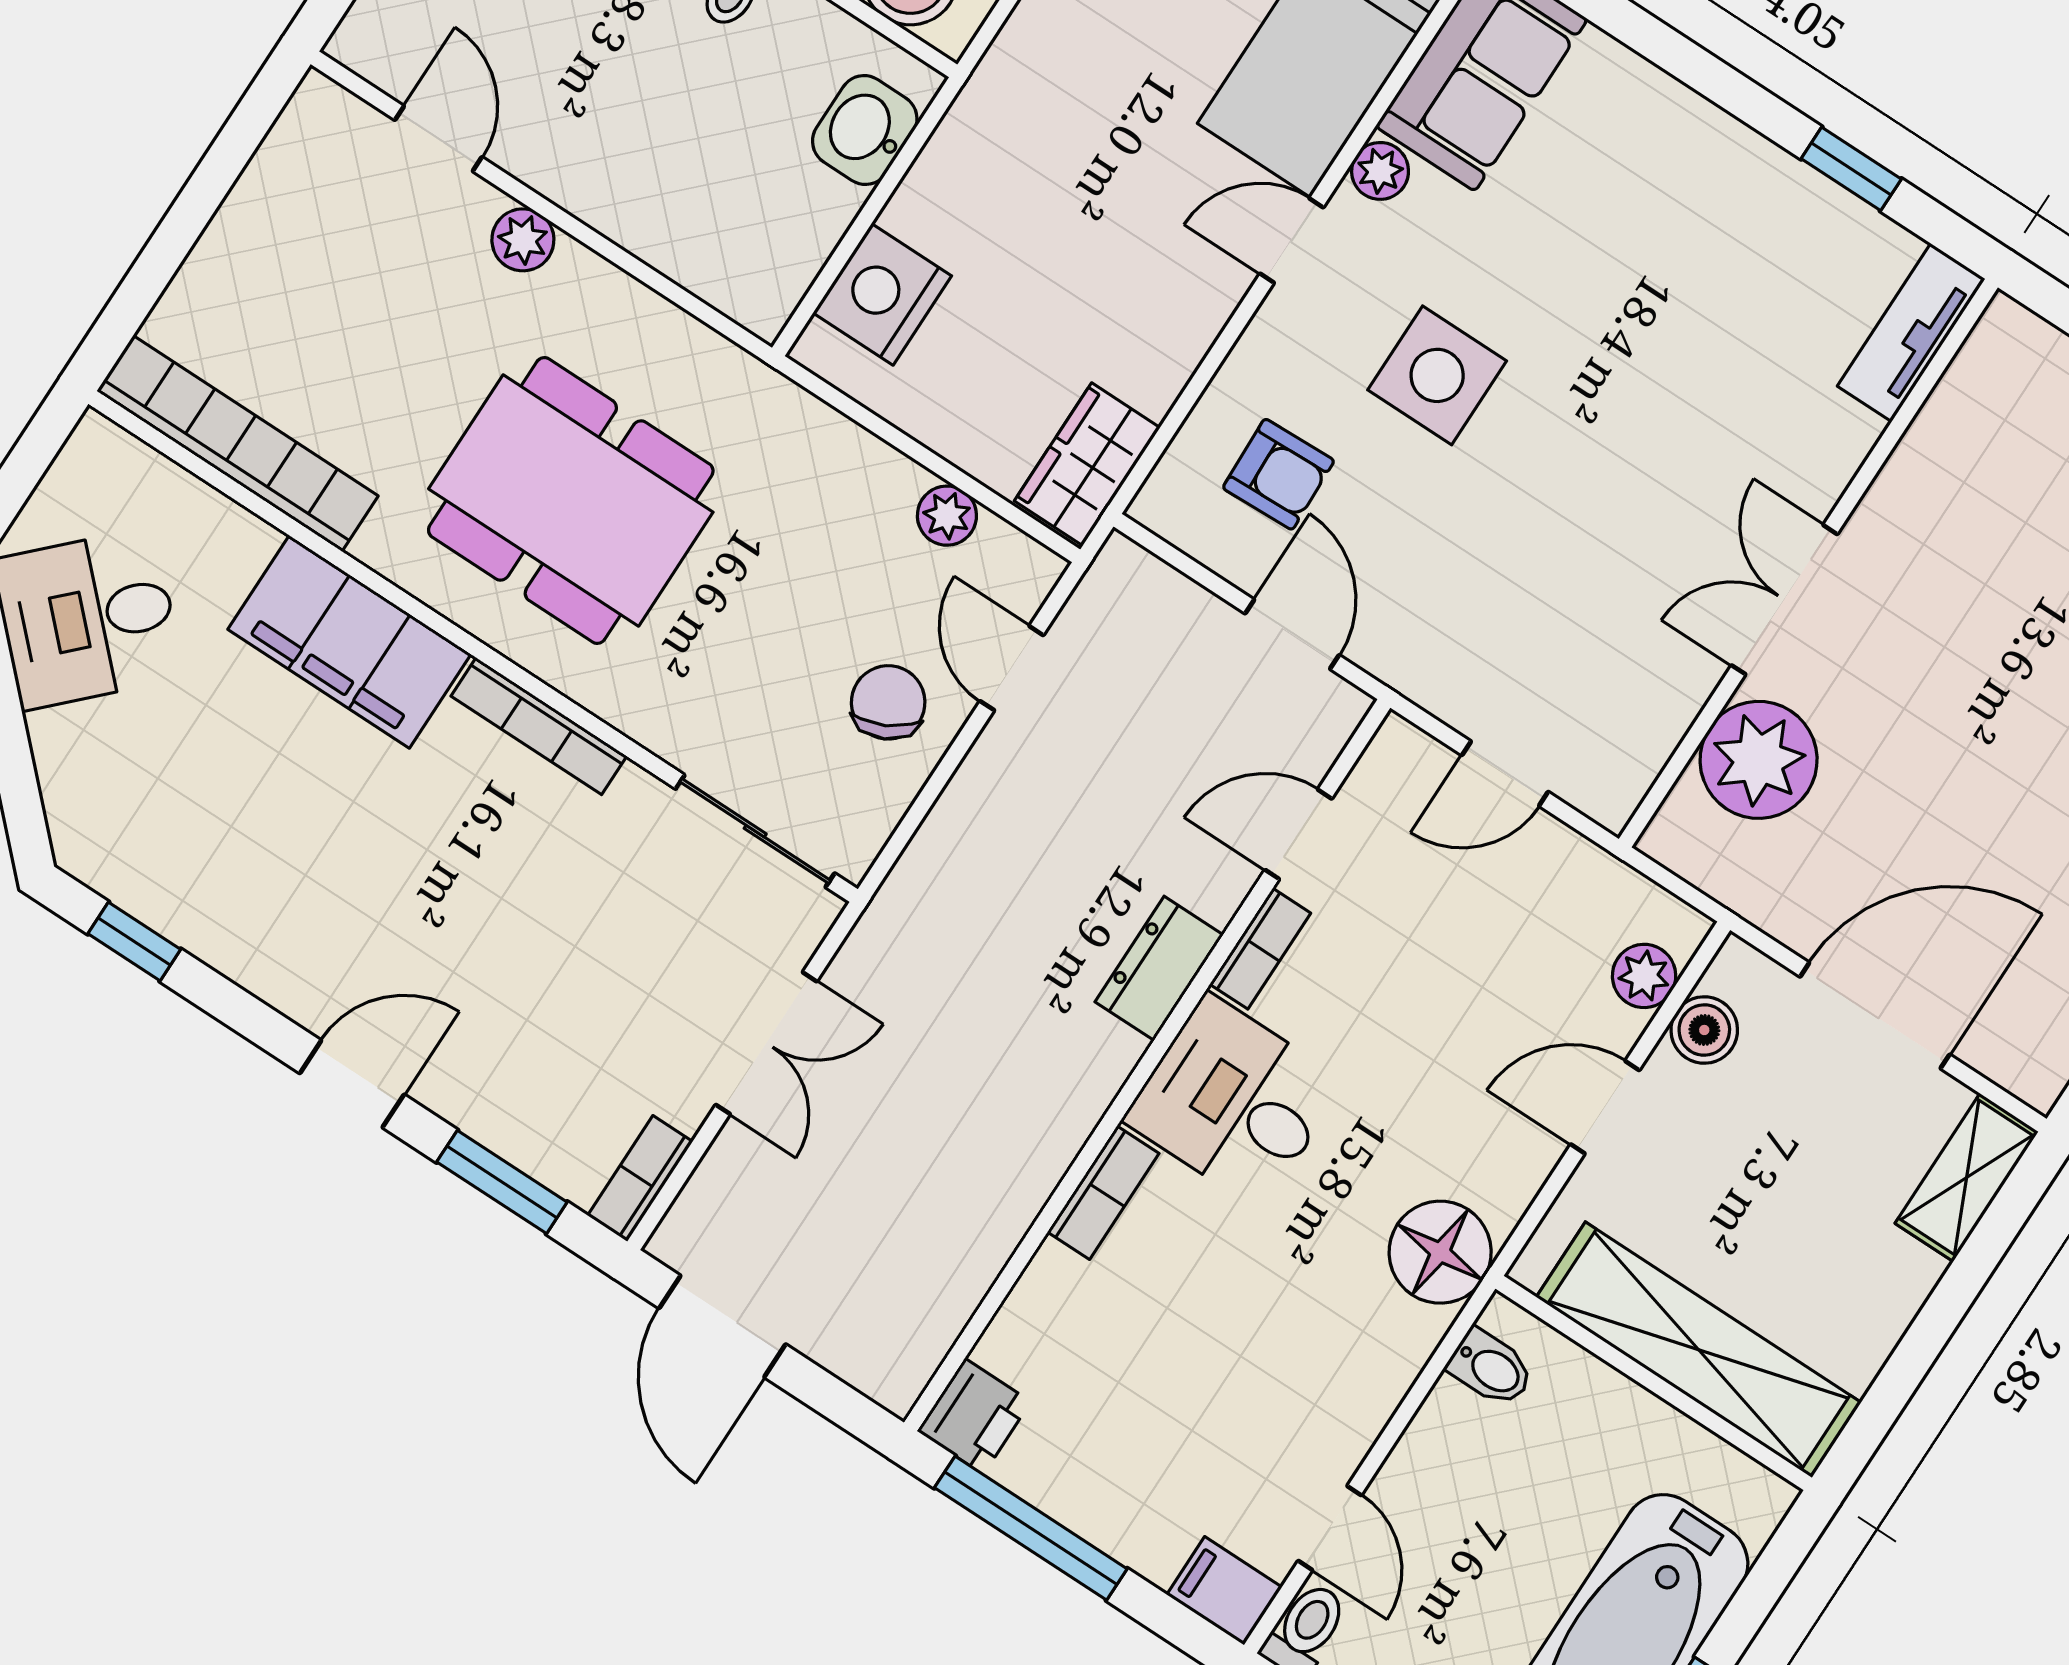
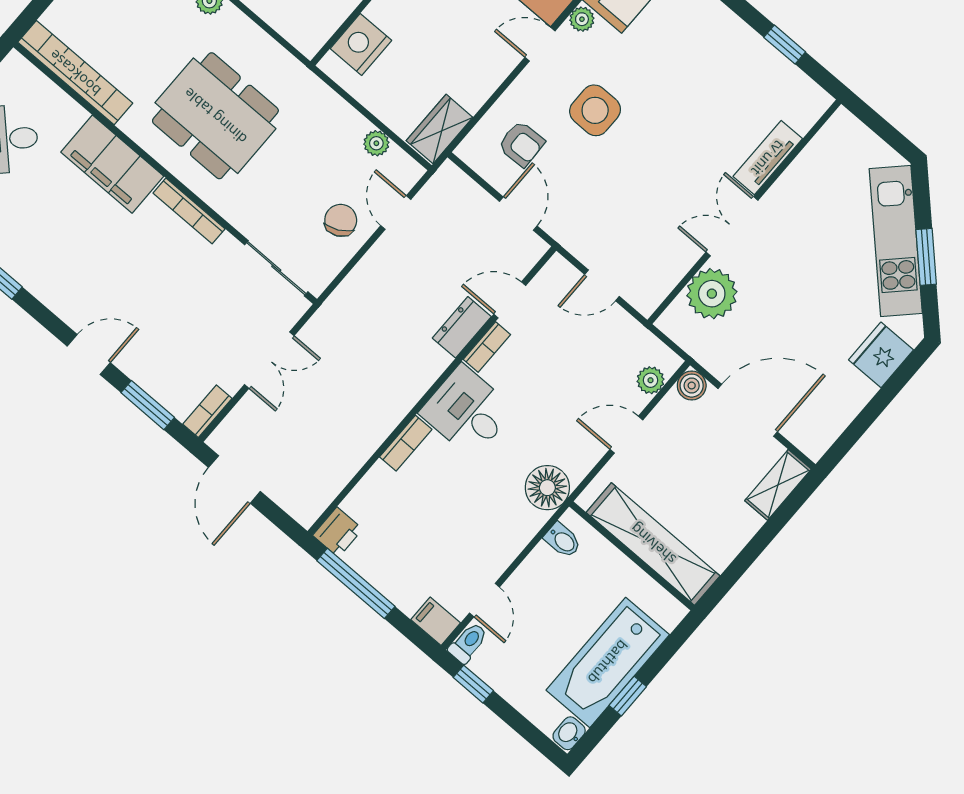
tv unit: (1911, 333) -> (768, 158), moved
dresser: (1159, 968) -> (462, 327), moved
boiler: (1704, 1030) -> (692, 386), moved

